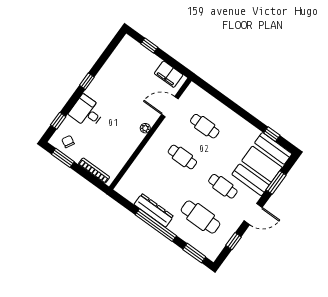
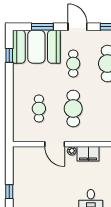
filing cabinet: (169, 74) -> (88, 154), moved, turned 90
door: (170, 107) -> (55, 144), moved
cafe table: (182, 157) -> (73, 109), width x1.37, depth x1.35

